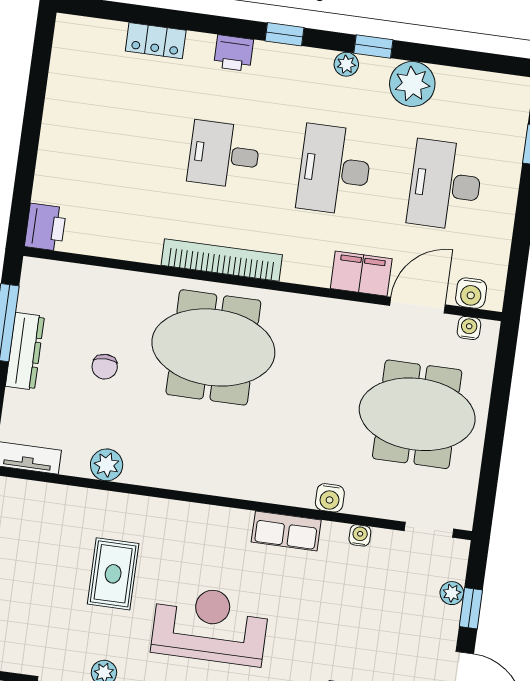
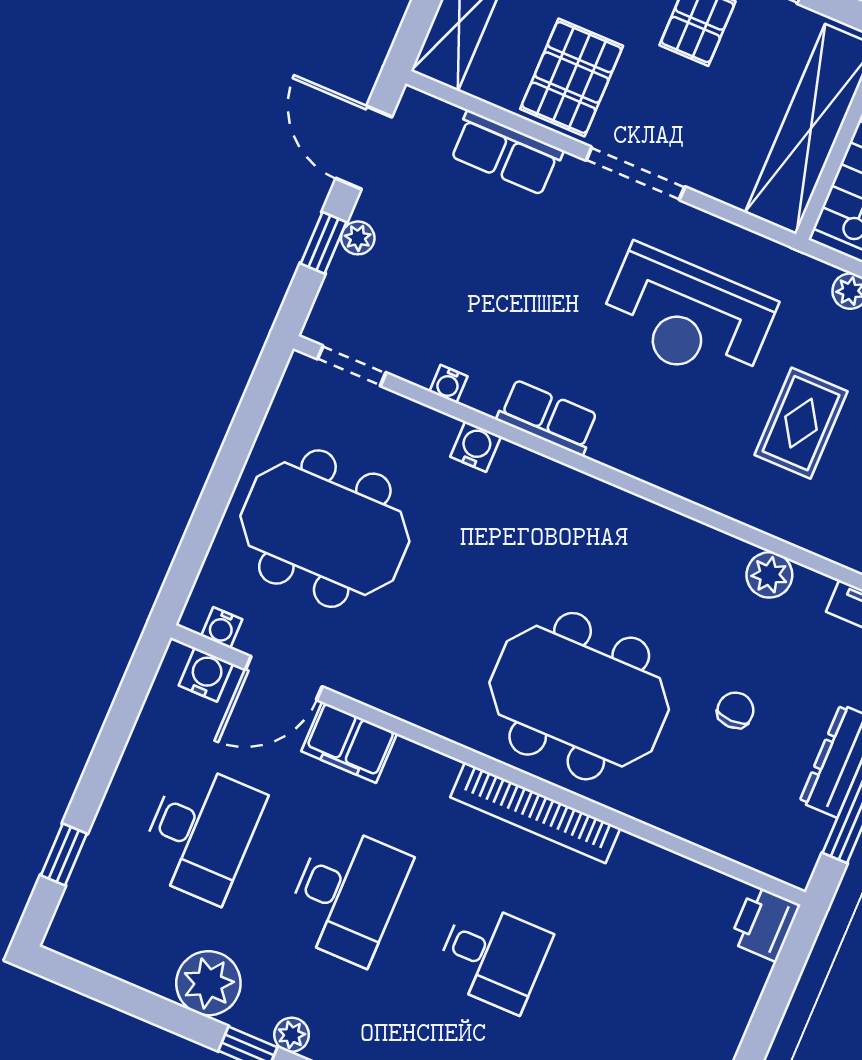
plant: (452, 593) -> (358, 238), moved

